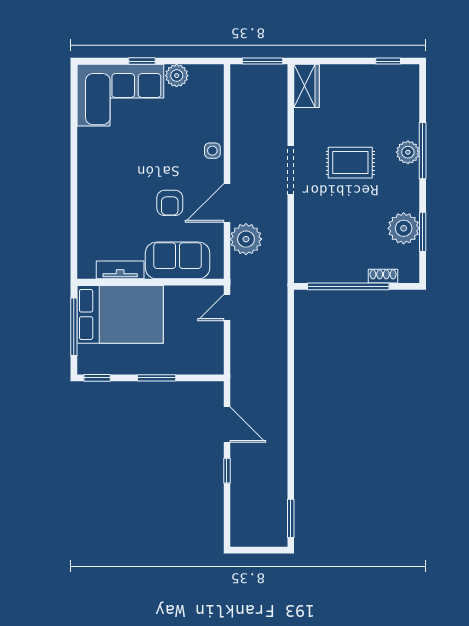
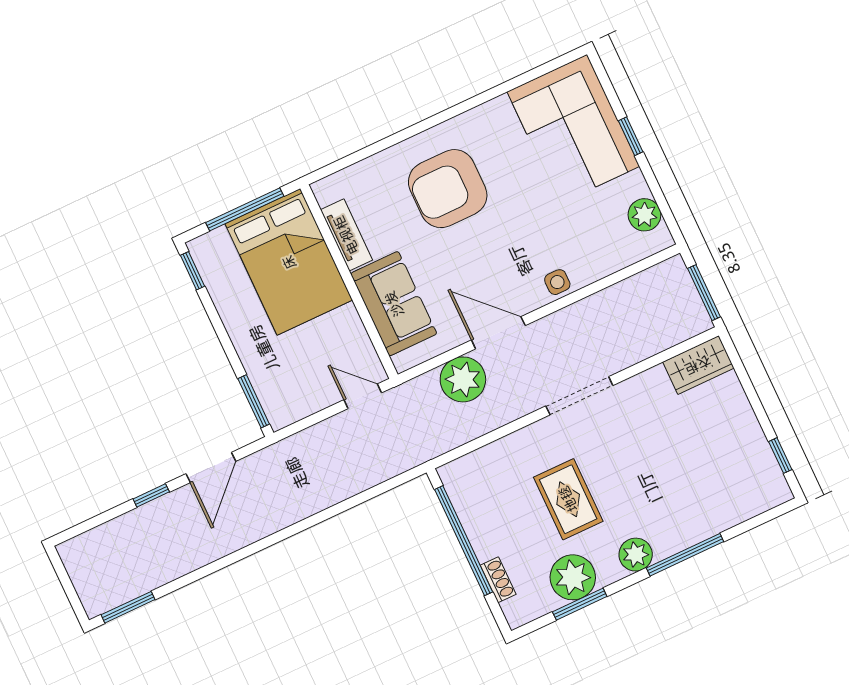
plant: (177, 76) -> (644, 215), moved
plant: (408, 152) -> (636, 555), moved
rug: (350, 163) -> (568, 499), moved
armchair: (170, 203) -> (448, 189), moved, width x1.88, depth x1.88
window: (157, 378) -> (254, 401), moved

